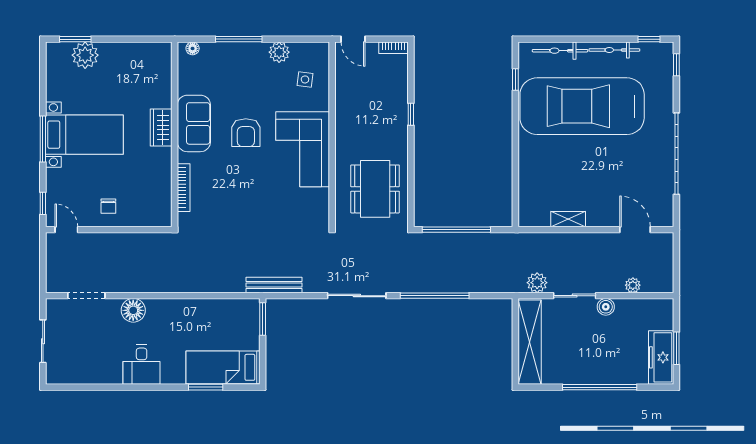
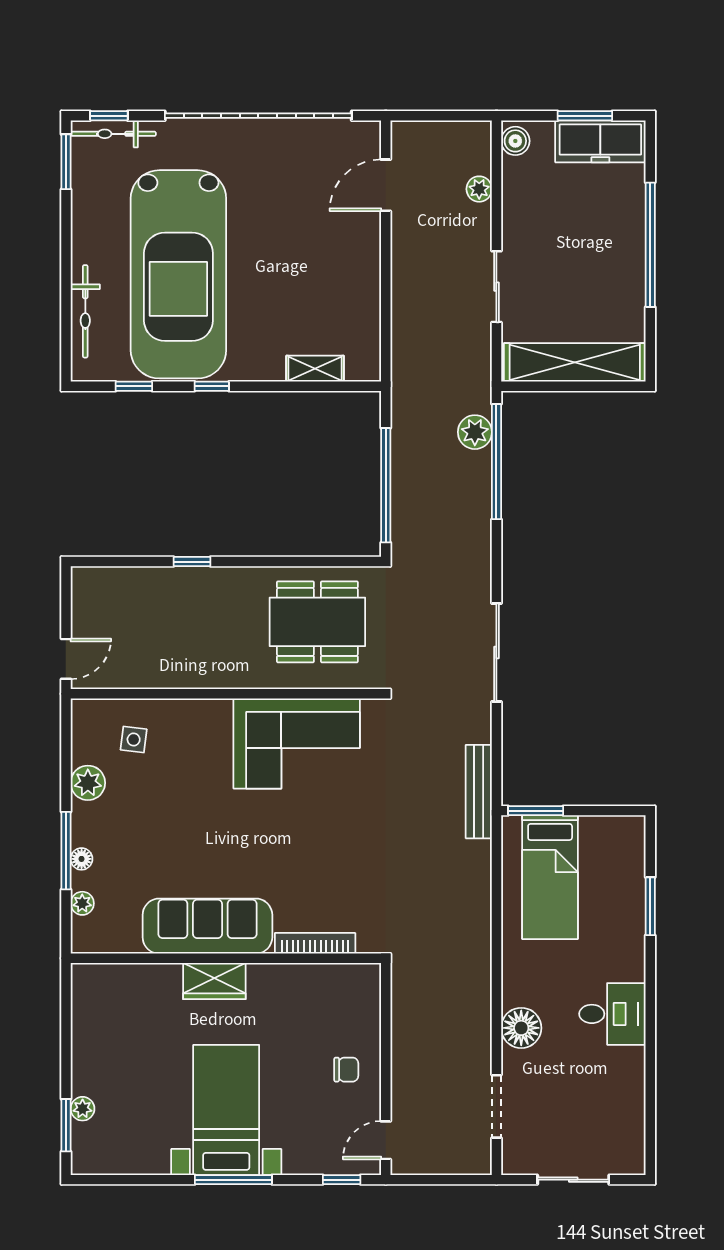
window: (649, 39) -> (66, 162), width x1.50
floor lamp: (193, 48) -> (82, 859), moved
bookcase: (394, 48) -> (80, 591), removed
plant: (207, 49) -> (82, 903), added
bicycle: (614, 50) -> (113, 134), moved, turned 90
plant: (85, 55) -> (83, 1109), width x0.53, depth x0.53
sofa: (194, 123) -> (207, 926), width x1.36
window: (515, 126) -> (212, 386), added
armchair: (246, 133) -> (223, 839), removed
corner sofa: (303, 149) -> (297, 743), moved
garage door: (676, 154) -> (258, 116), width x1.36
shelving: (568, 219) -> (315, 369), moved, turned 90
plant: (537, 283) -> (475, 432), moved
window: (435, 296) -> (496, 462), moved
boiler: (606, 307) -> (515, 141), moved
bed: (223, 367) -> (550, 877), moved

